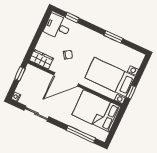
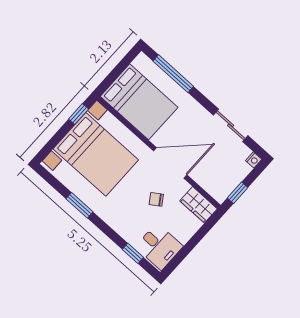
bed with nightstands: (110, 77) -> (96, 154), width x1.36

